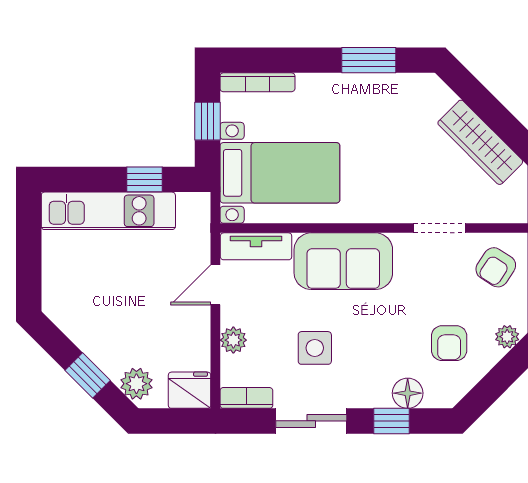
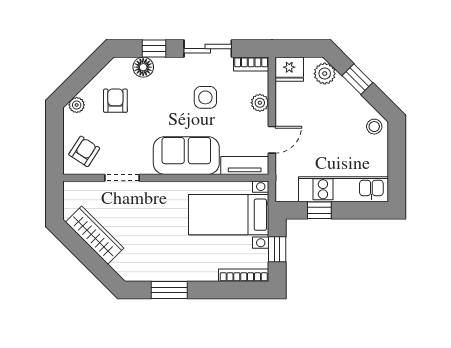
stool: (62, 304) -> (374, 127), added

